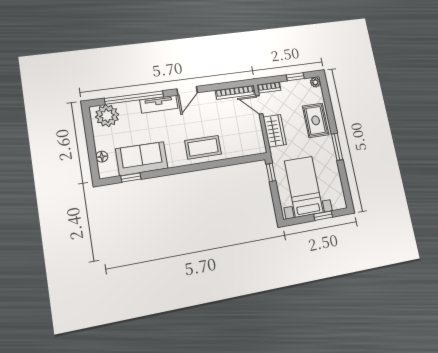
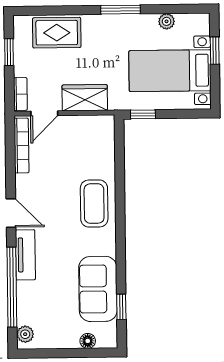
plant: (315, 82) -> (167, 21), moved
plant: (107, 116) -> (25, 334), width x0.53, depth x0.53
rug: (316, 120) -> (57, 33), moved

